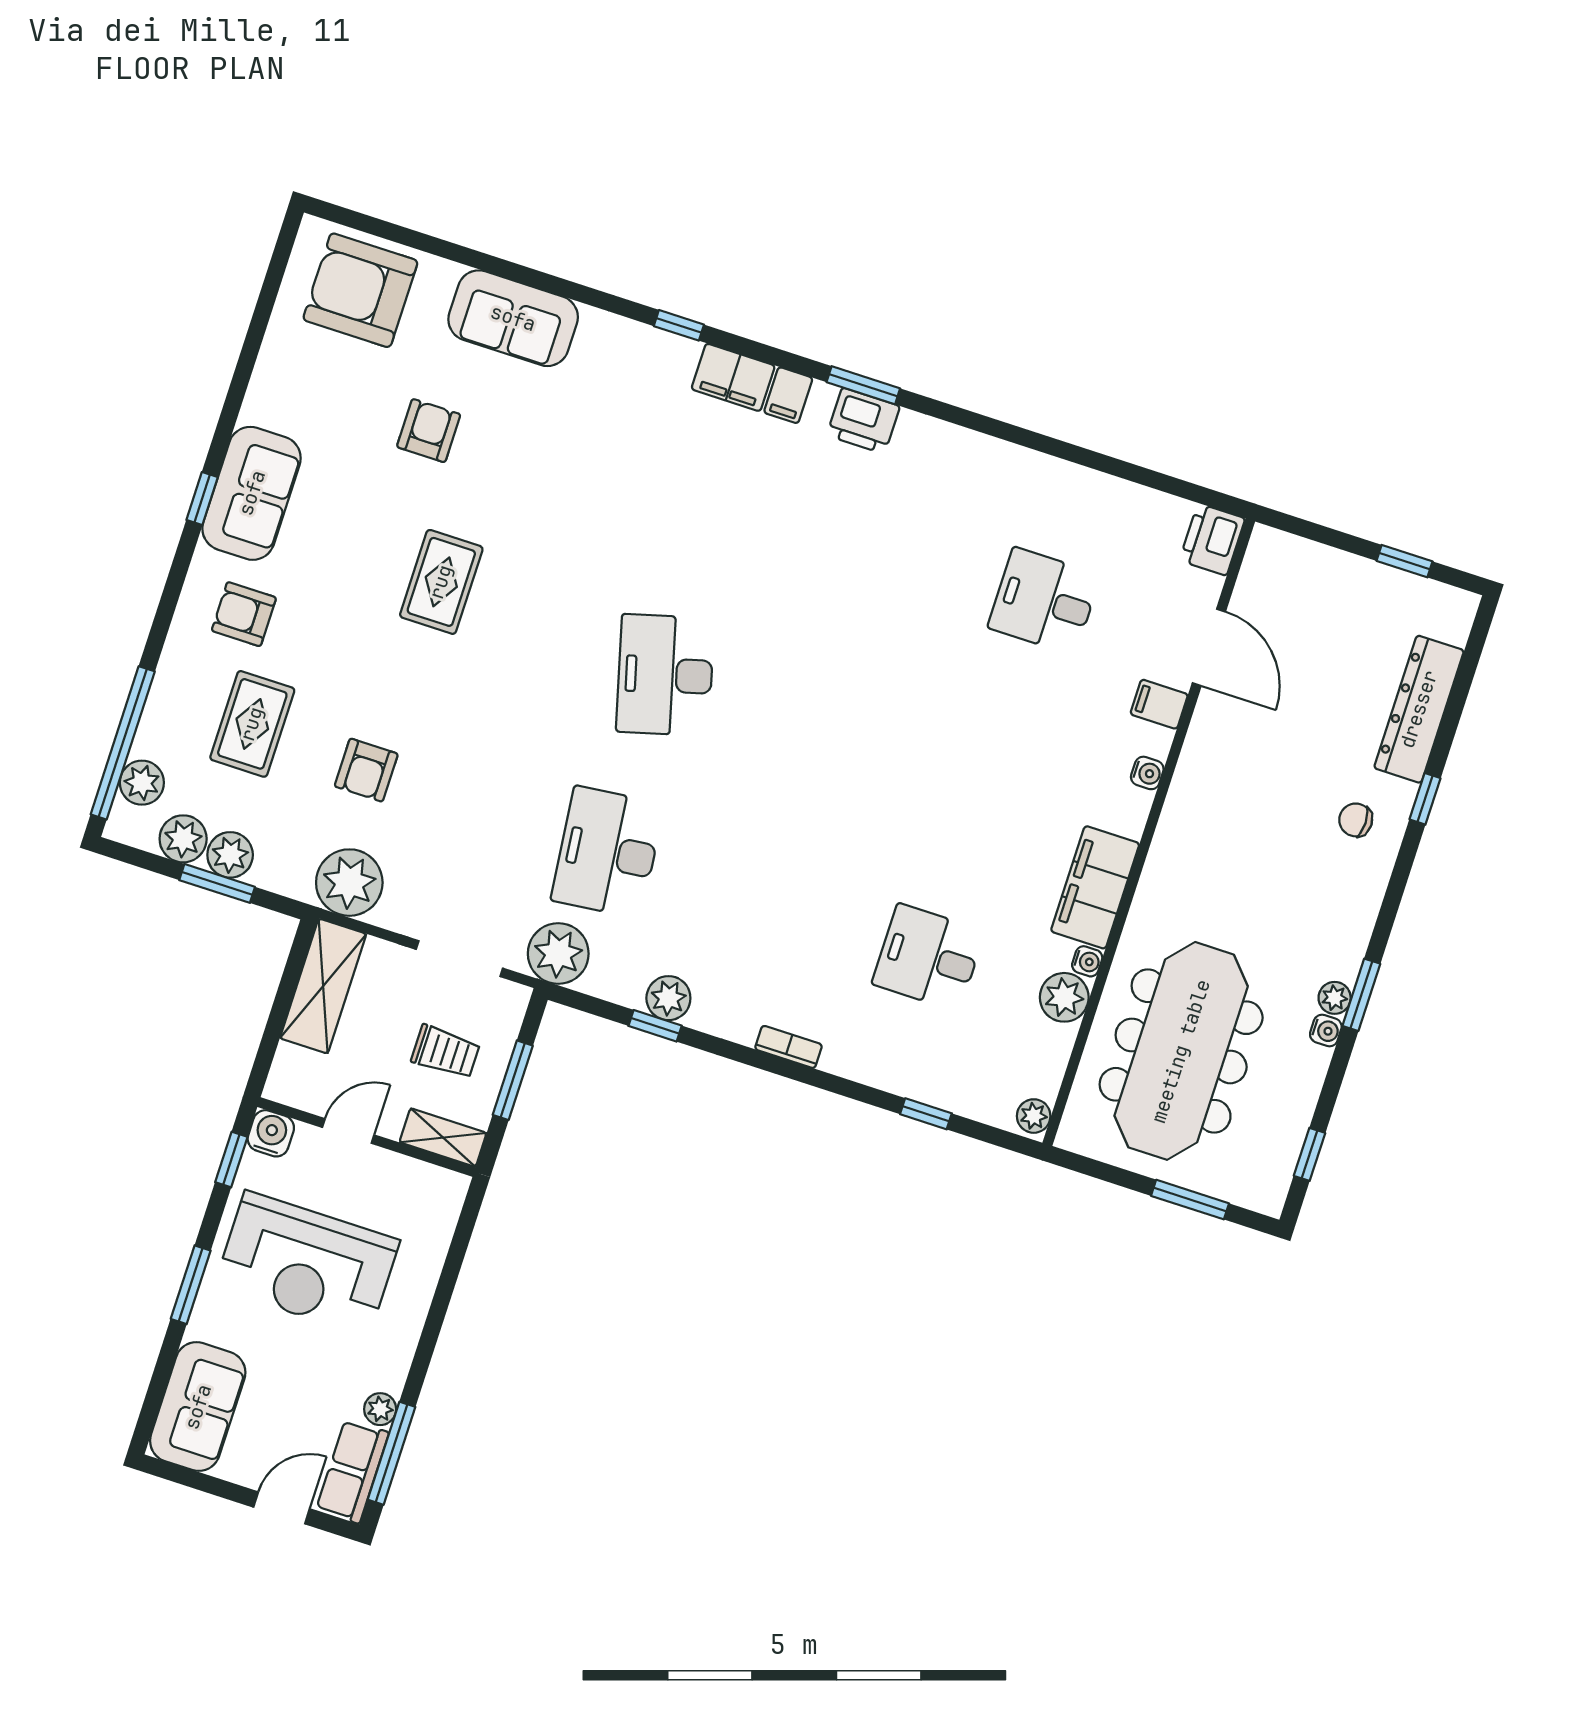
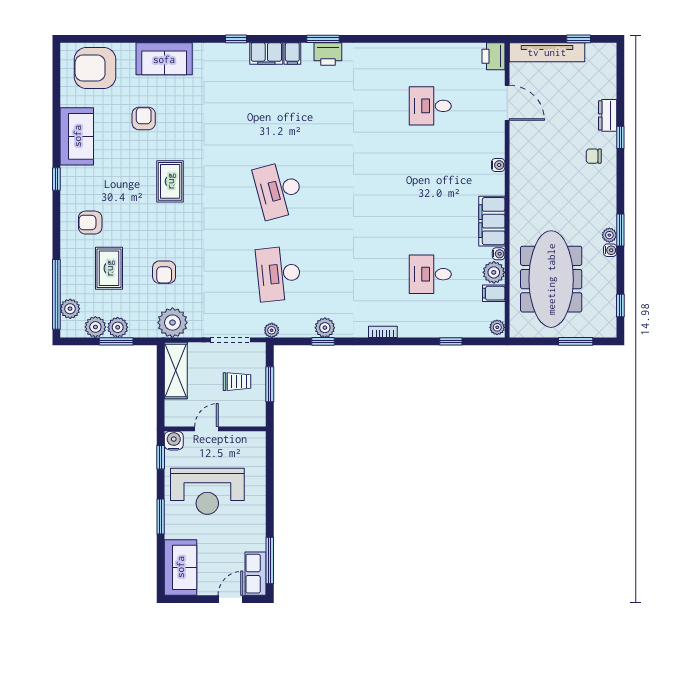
sofa: (252, 493) -> (77, 136), moved
tv unit: (1328, 568) -> (547, 52), added
filing cabinet: (1159, 704) -> (494, 293), moved
dresser: (1419, 709) -> (608, 115), width x0.51, depth x0.80
plant: (558, 954) -> (272, 330), width x0.53, depth x0.53
shelving: (443, 1138) -> (248, 418), removed
plant: (380, 1409) -> (259, 543), removed

